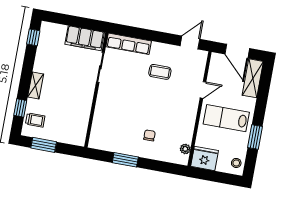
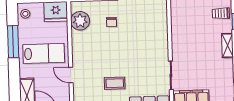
door: (203, 90) -> (71, 75), hinge flipped
window: (255, 137) -> (13, 42), width x1.44
plant: (185, 149) -> (80, 21), width x1.87, depth x1.87

